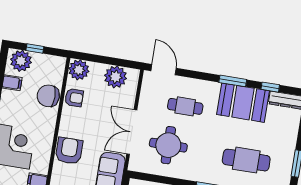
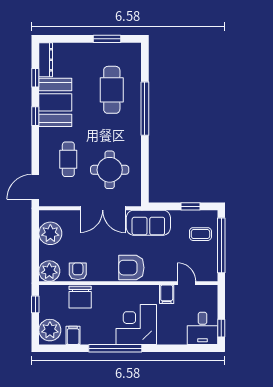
window: (35, 49) -> (35, 304), moved
window: (233, 81) -> (35, 116), width x0.67

